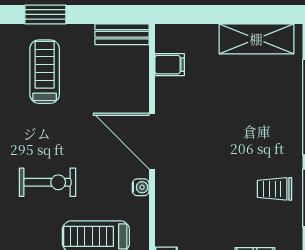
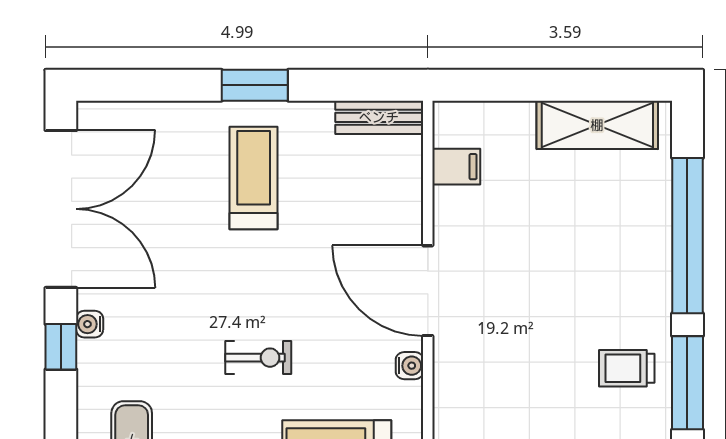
exercise bike: (47, 182) -> (258, 358), width x0.73, depth x0.72

